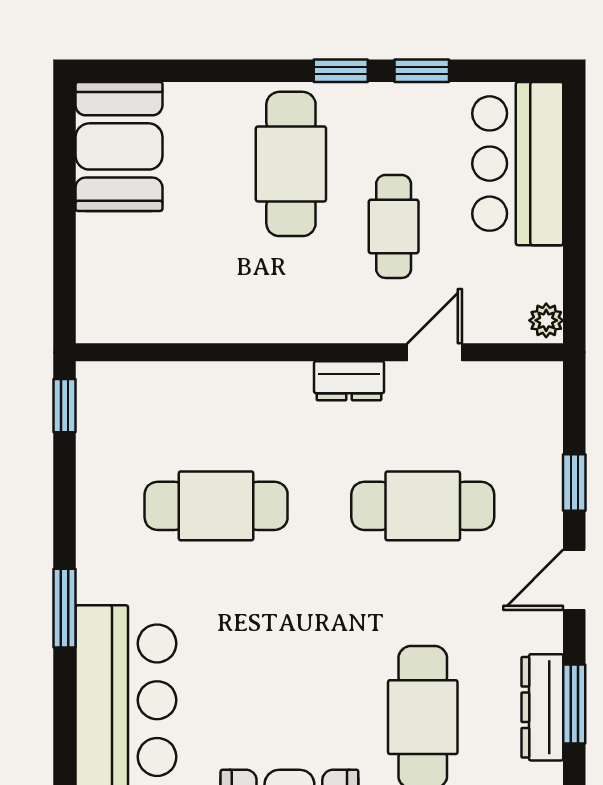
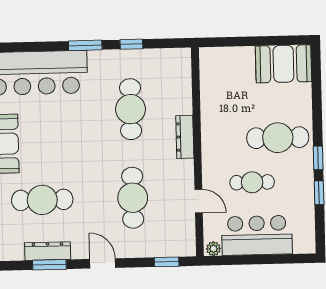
bar counter: (518, 164) -> (257, 235), moved
dresser: (349, 381) -> (185, 137), moved, width x1.44
window: (65, 406) -> (131, 44), moved
window: (574, 482) -> (167, 262), moved

